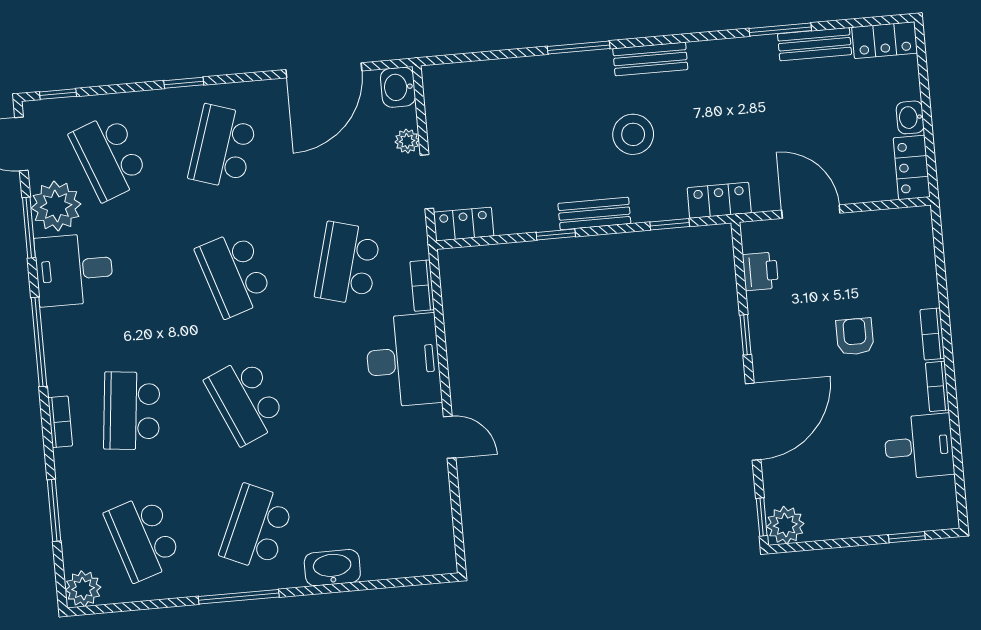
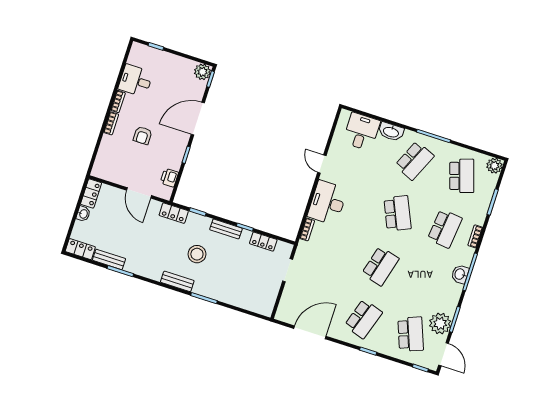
washbasin: (398, 87) -> (460, 274), moved, turned 180
plant: (407, 141) -> (289, 290), removed
locker: (464, 224) -> (263, 242), moved
school desk: (348, 264) -> (333, 251), removed
desk: (74, 270) -> (361, 132), moved, turned -90
school desk: (234, 274) -> (380, 266), turned 33

